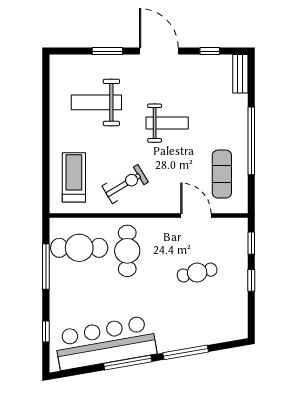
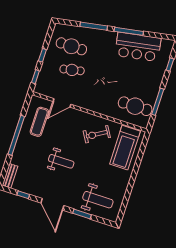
weight bench: (96, 102) -> (98, 200), moved
weight bench: (167, 123) -> (61, 161), turned 180
treadmill: (74, 177) -> (125, 148), width x1.37, depth x1.38
door: (196, 216) -> (62, 103), hinge flipped
cafe table: (127, 251) -> (71, 46), moved, turned 90
bar counter: (105, 343) -> (138, 47), width x0.73

